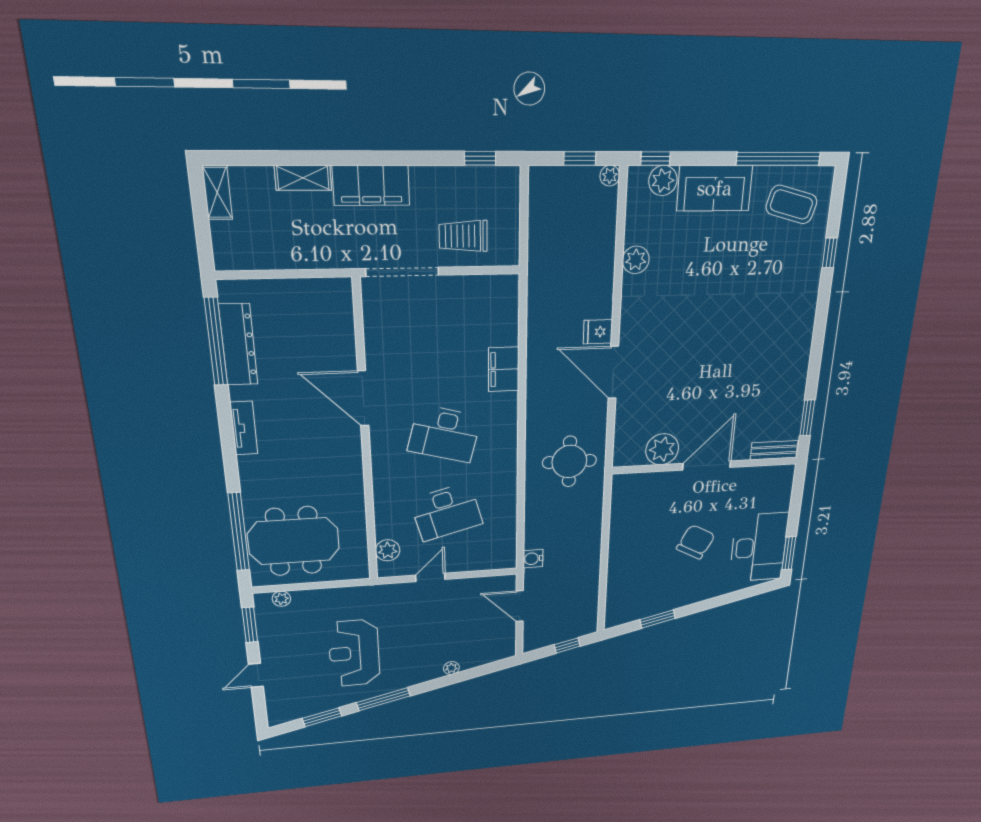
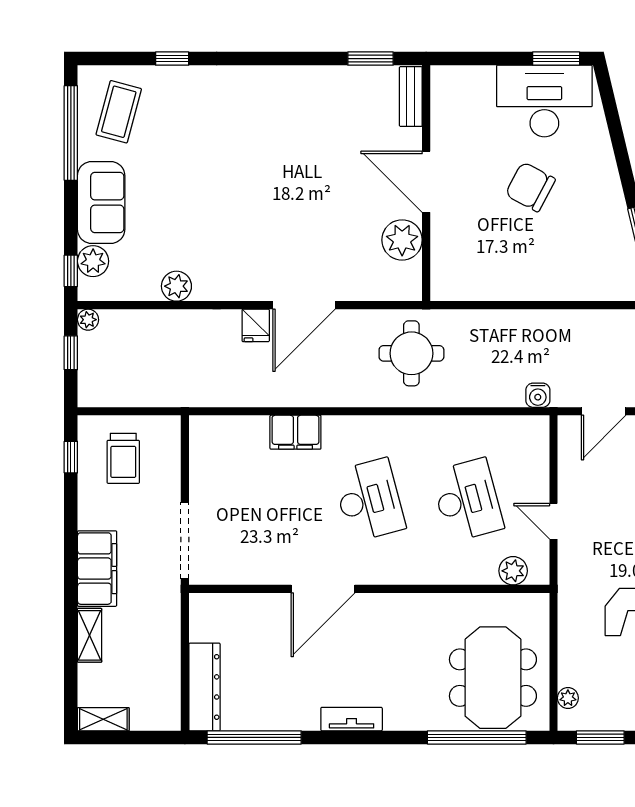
trolley: (463, 236) -> (123, 458), moved
dresser: (238, 345) -> (204, 687), moved, turned 90
desk: (445, 434) -> (369, 500), turned -30

